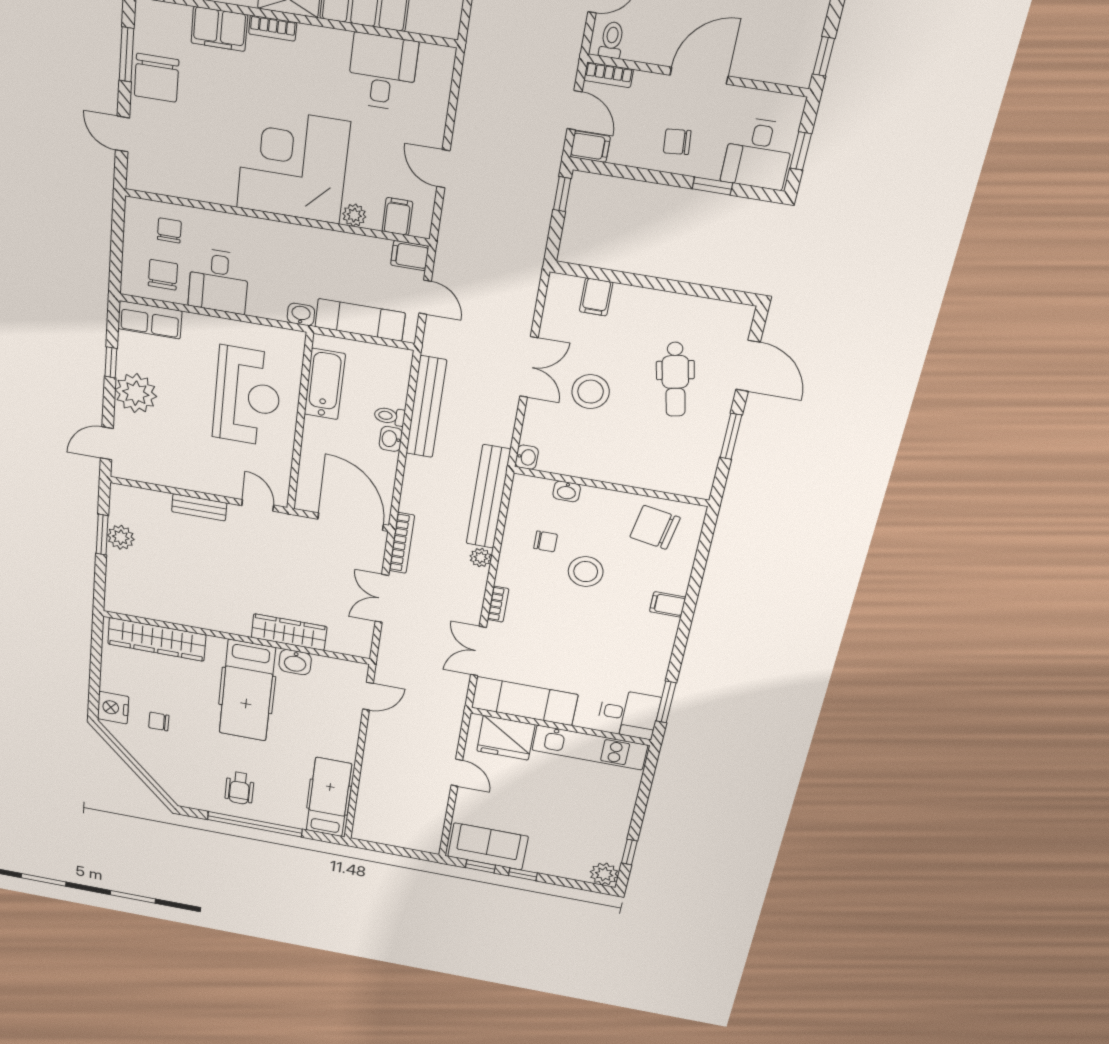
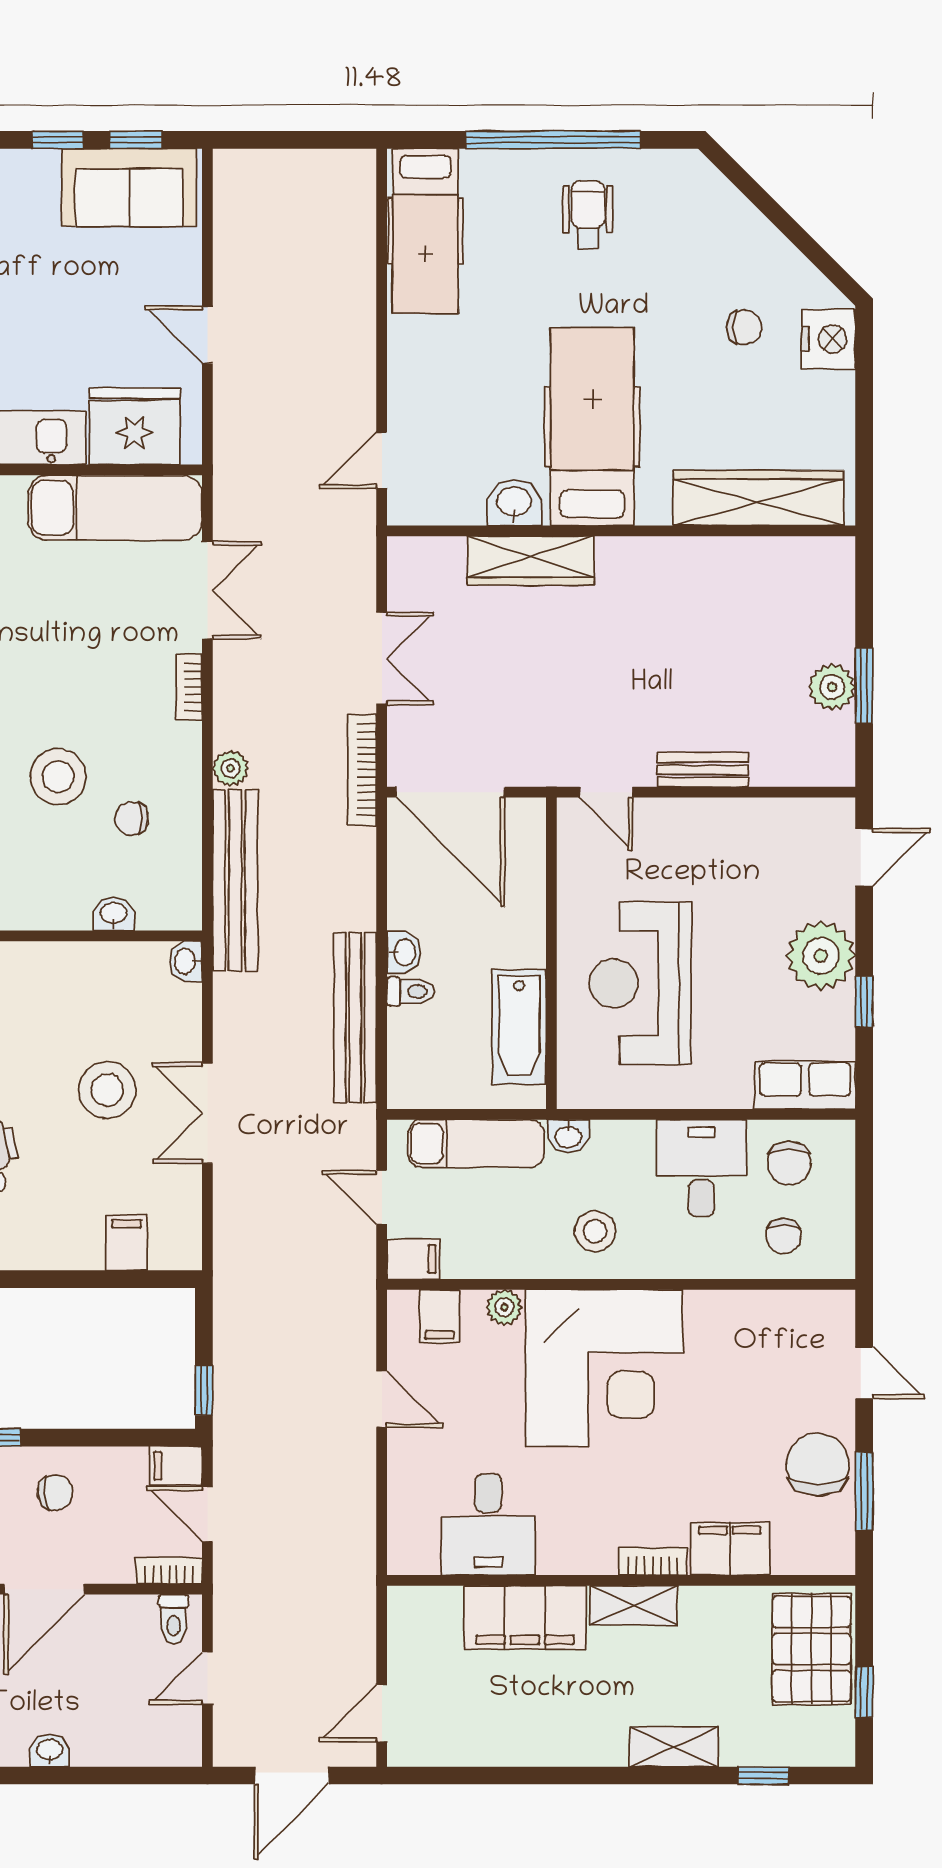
stool: (290, 253) -> (595, 1231), added

